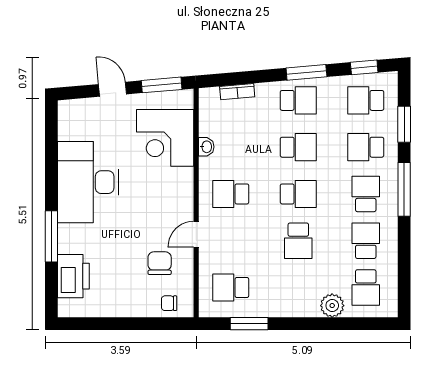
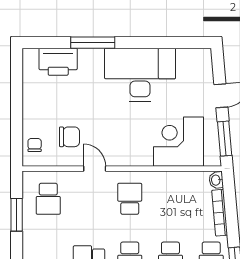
bookcase: (237, 92) -> (220, 213), width x1.56
washbasin: (206, 147) -> (216, 180), moved, turned 85
school desk: (231, 287) -> (48, 199), turned 180

